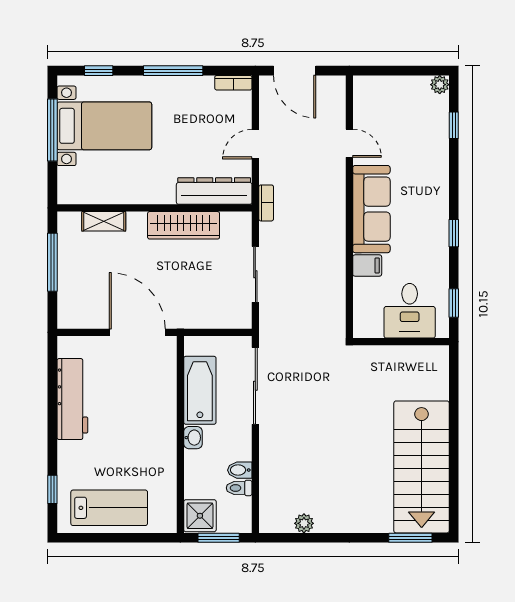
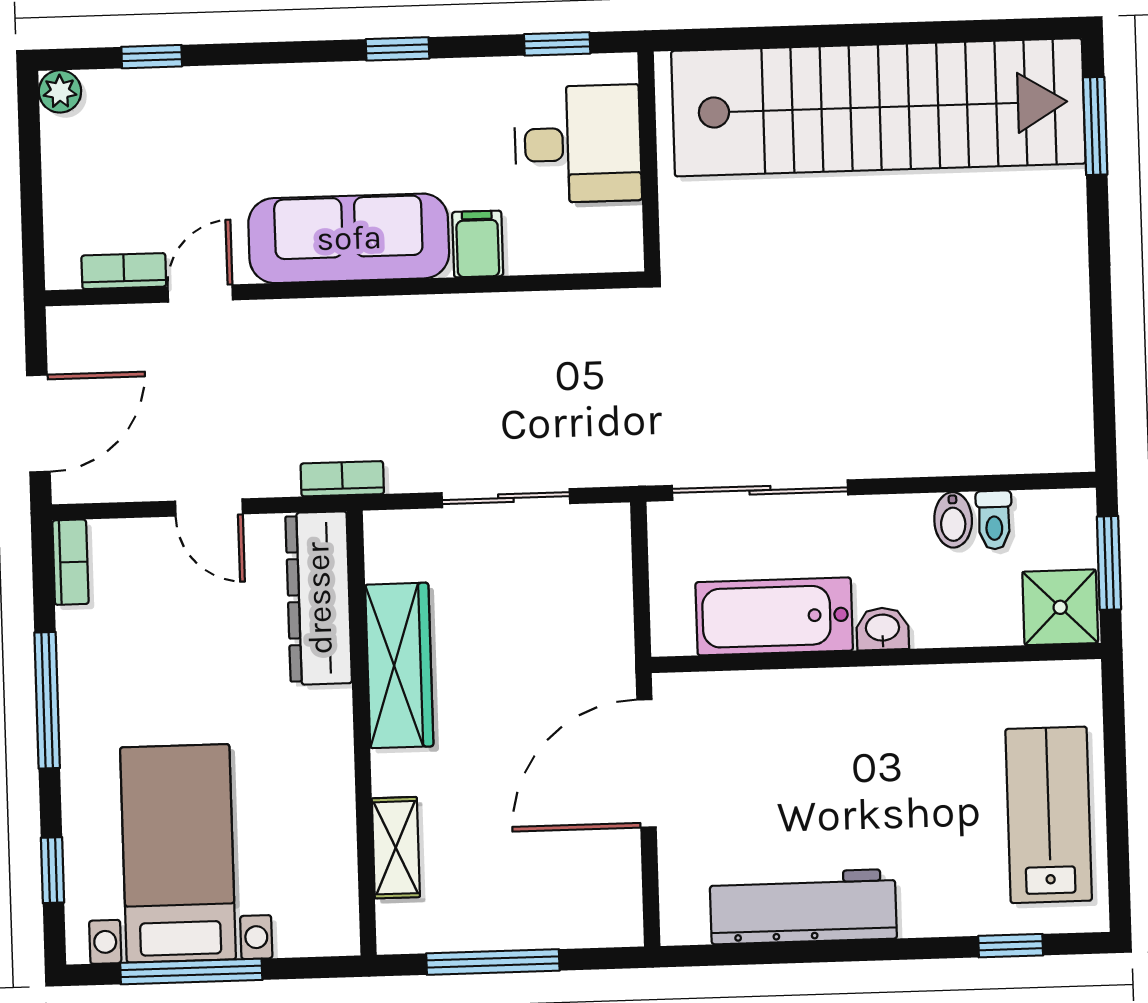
bookcase: (360, 110) -> (124, 271), added
stairs: (422, 467) -> (878, 107), width x1.36
plant: (304, 523) -> (1070, 370), removed

